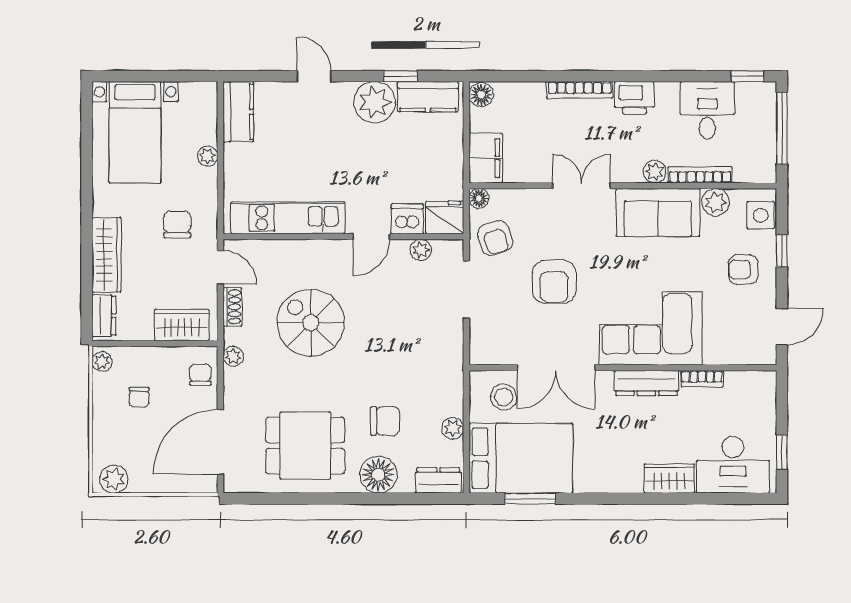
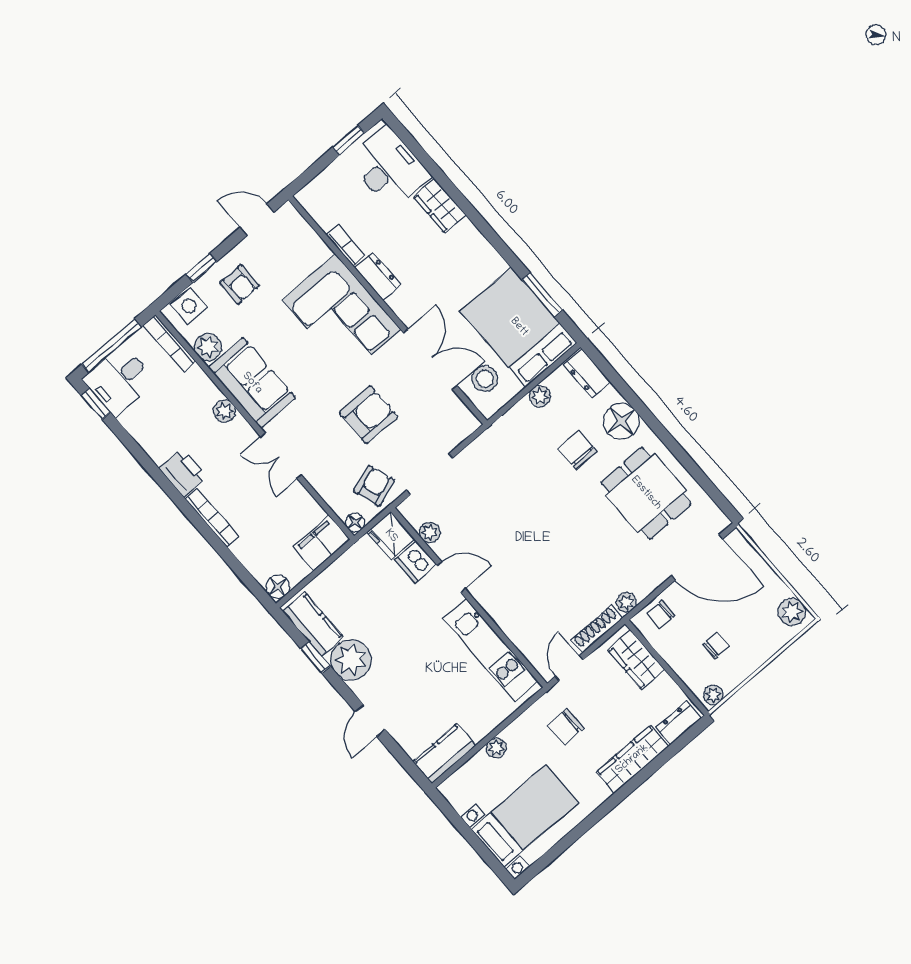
desk: (707, 110) -> (119, 380), moved
bookcase: (700, 175) -> (170, 343), moved
shoe rack: (232, 307) -> (597, 629), width x1.43
spiral stairs: (311, 323) -> (553, 567), removed
dresser: (646, 383) -> (378, 276), width x0.70

